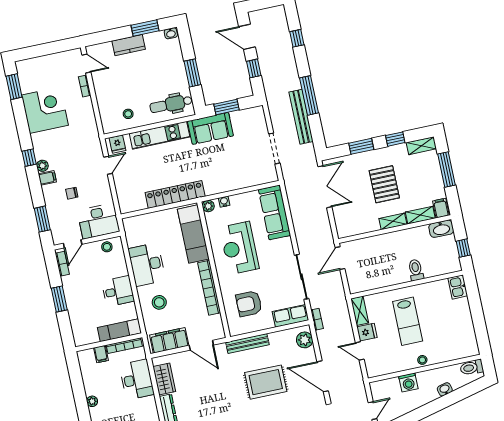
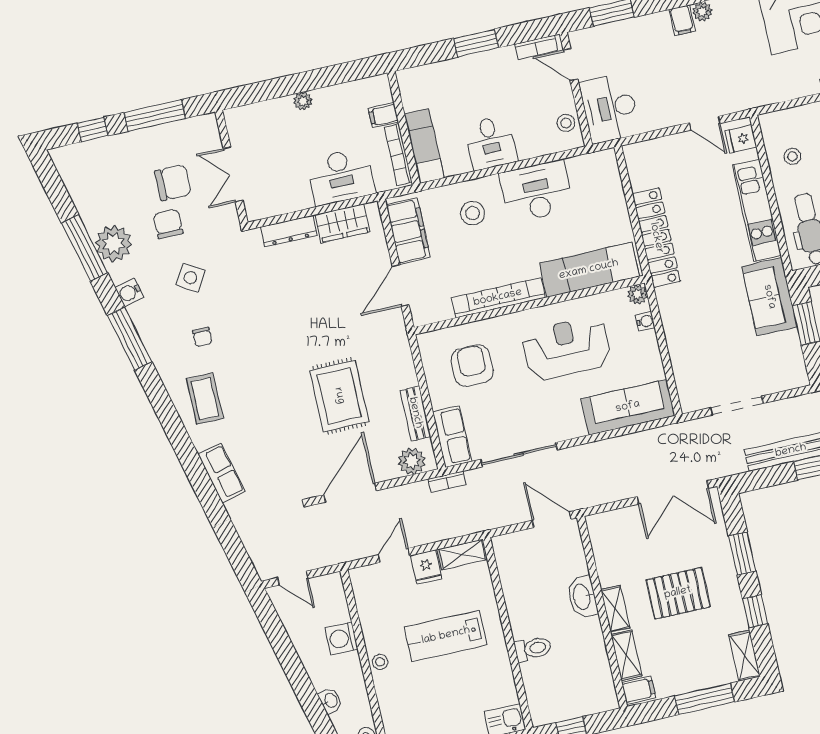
chair: (72, 193) -> (656, 62), removed
washbasin: (441, 229) -> (582, 597), moved
bench: (247, 344) -> (415, 413), moved, width x0.73

